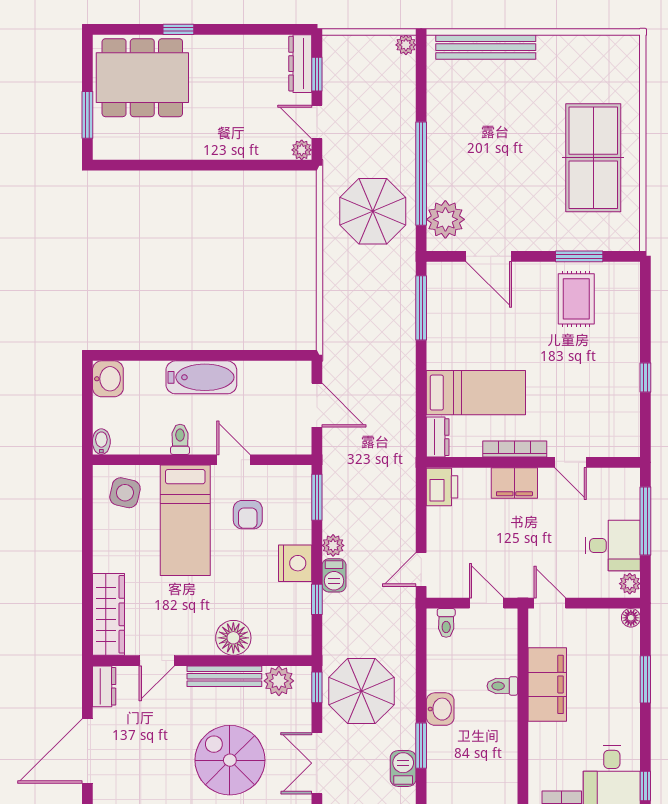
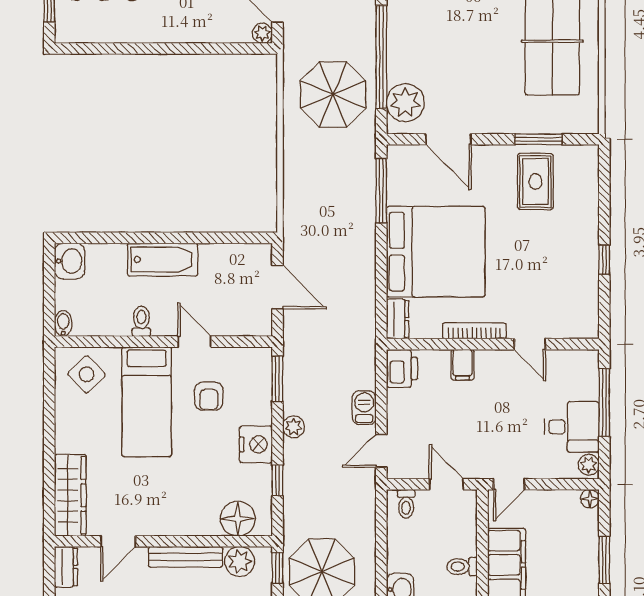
bed: (476, 393) -> (436, 252), width x2.04
filing cabinet: (514, 483) -> (463, 365), width x0.50
side table: (125, 493) -> (87, 374), turned 33
barbecue: (334, 575) -> (364, 408), moved, turned 180
door: (550, 603) -> (509, 484), swing flipped
floor lamp: (233, 638) -> (238, 519), moved

